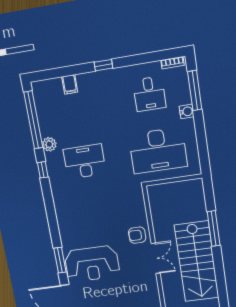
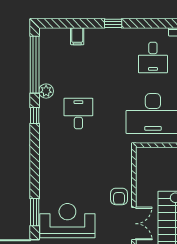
desk: (85, 162) -> (78, 114), width x0.73
armchair: (137, 235) -> (119, 196), turned -90
reception desk: (92, 264) -> (67, 221), turned 180

